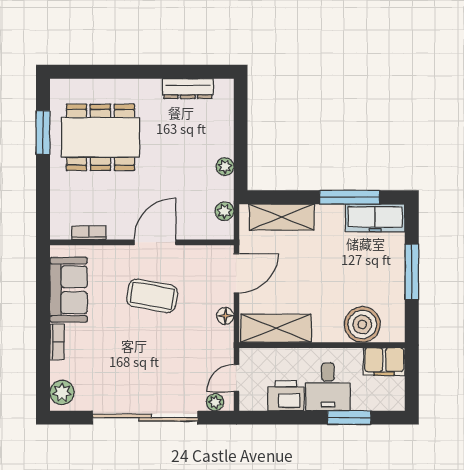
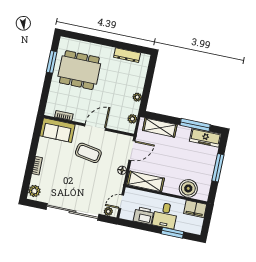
sofa: (69, 290) -> (57, 130), moved, turned 90

